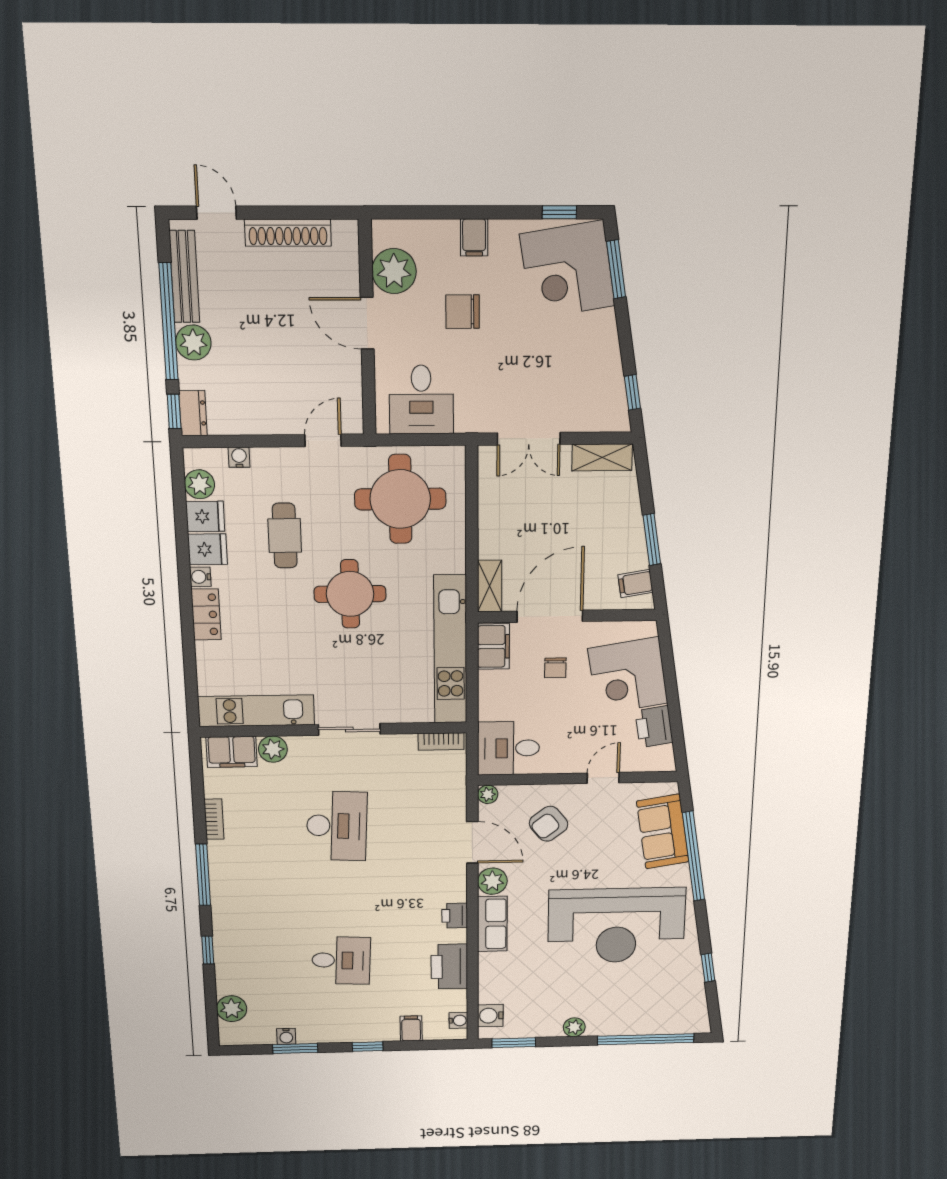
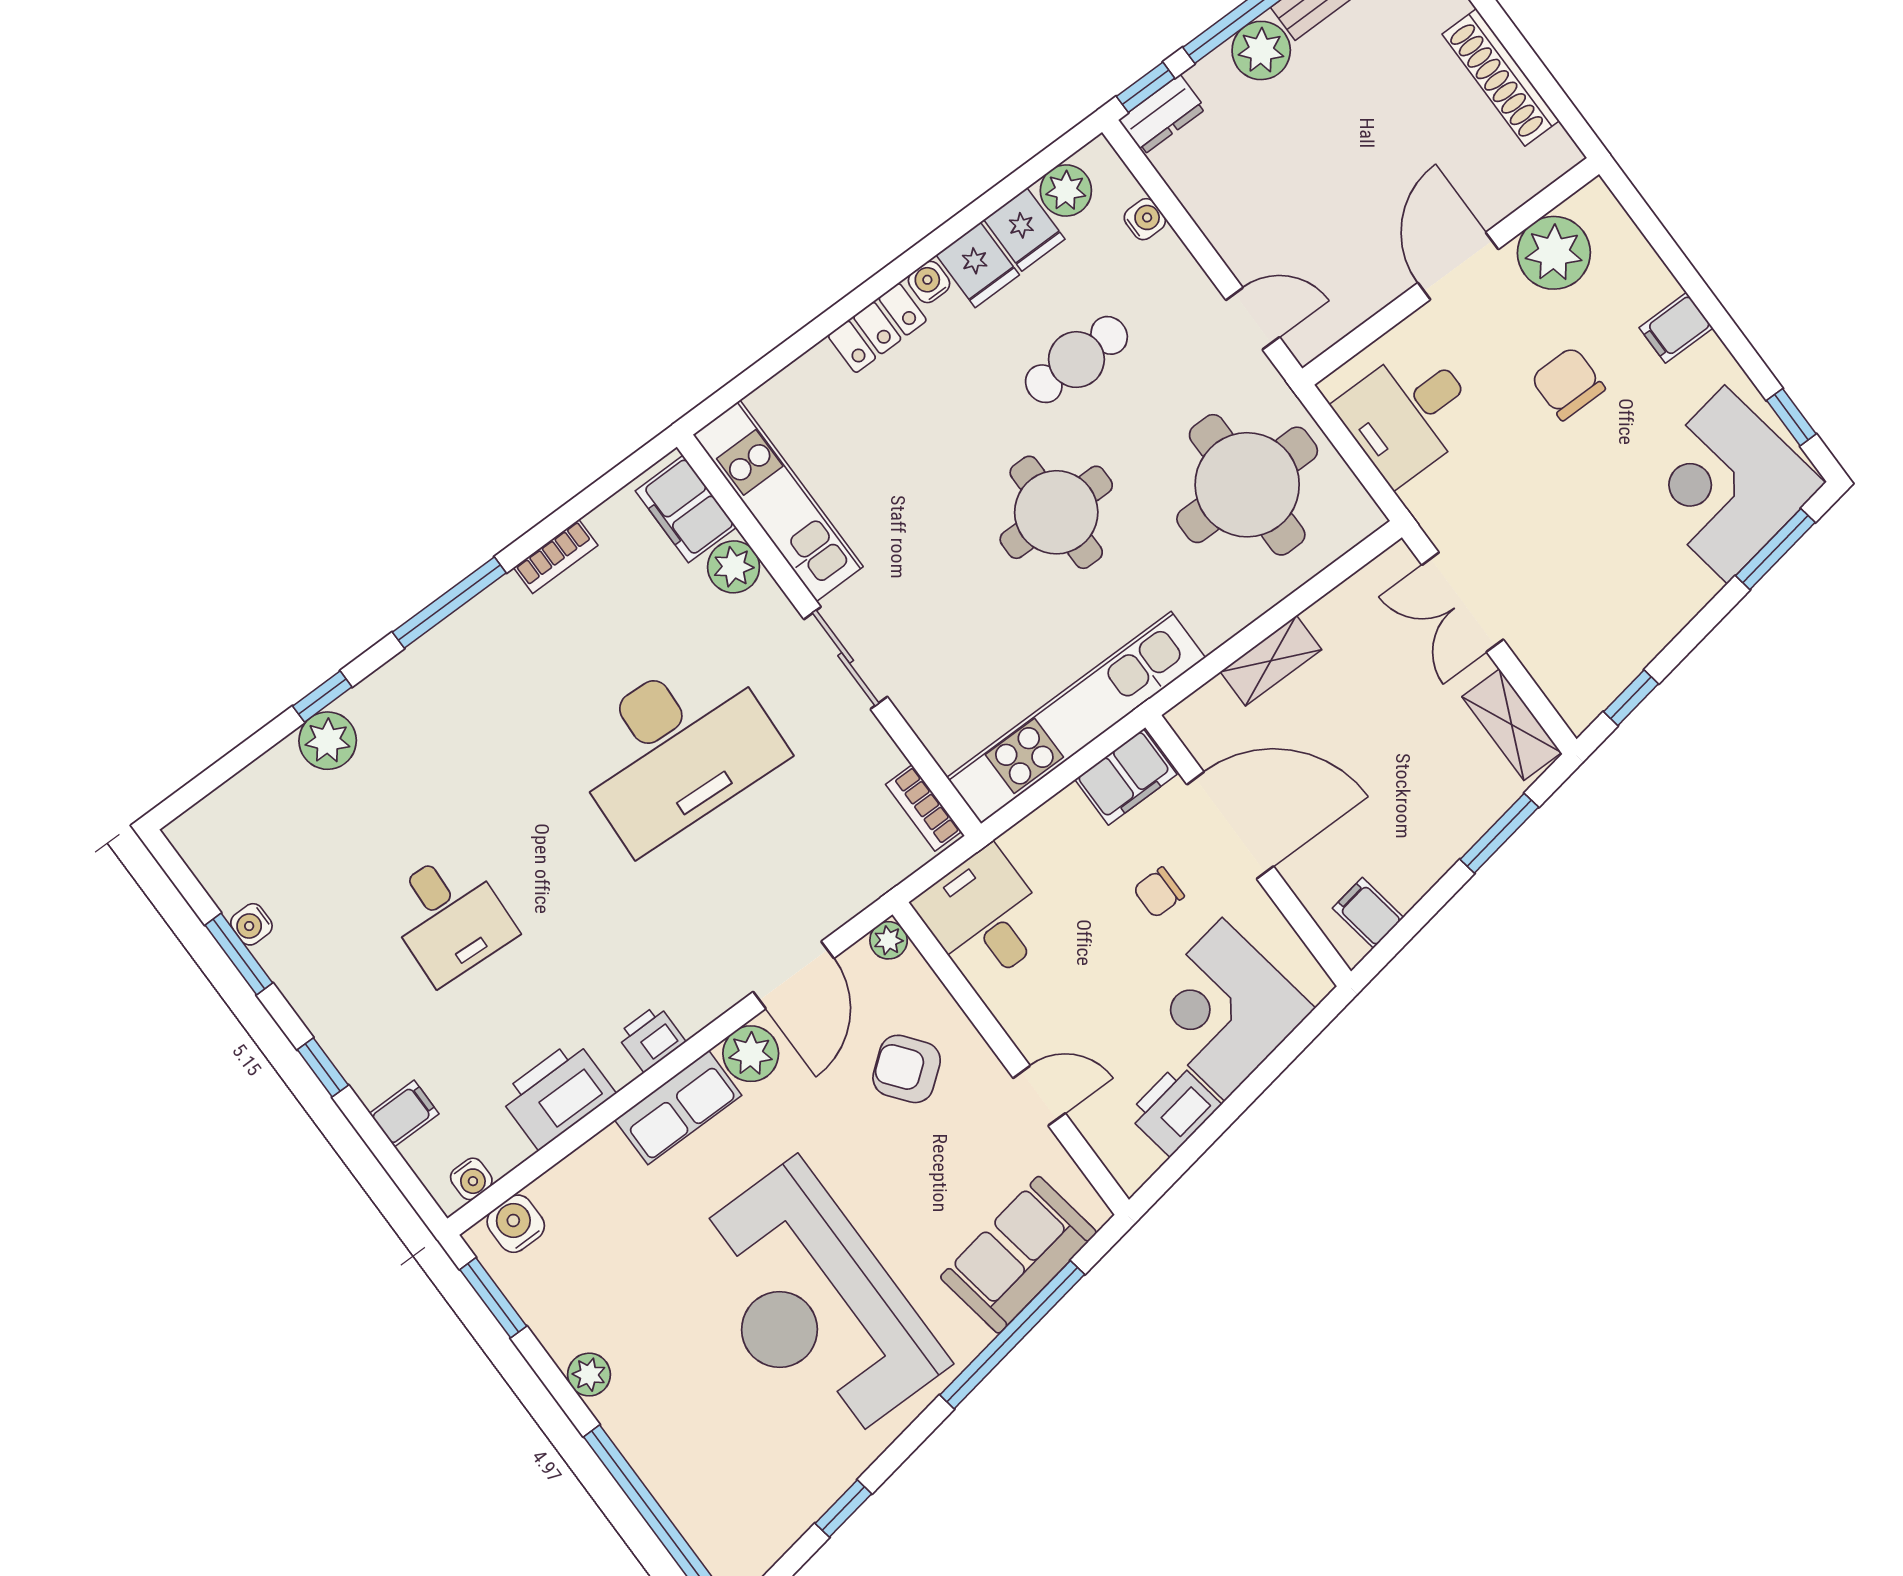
window: (652, 539) -> (1499, 833), moved
shelving: (490, 586) -> (1271, 661), moved
desk: (337, 826) -> (675, 749), width x1.36, depth x1.30
plant: (232, 1009) -> (328, 741), moved

